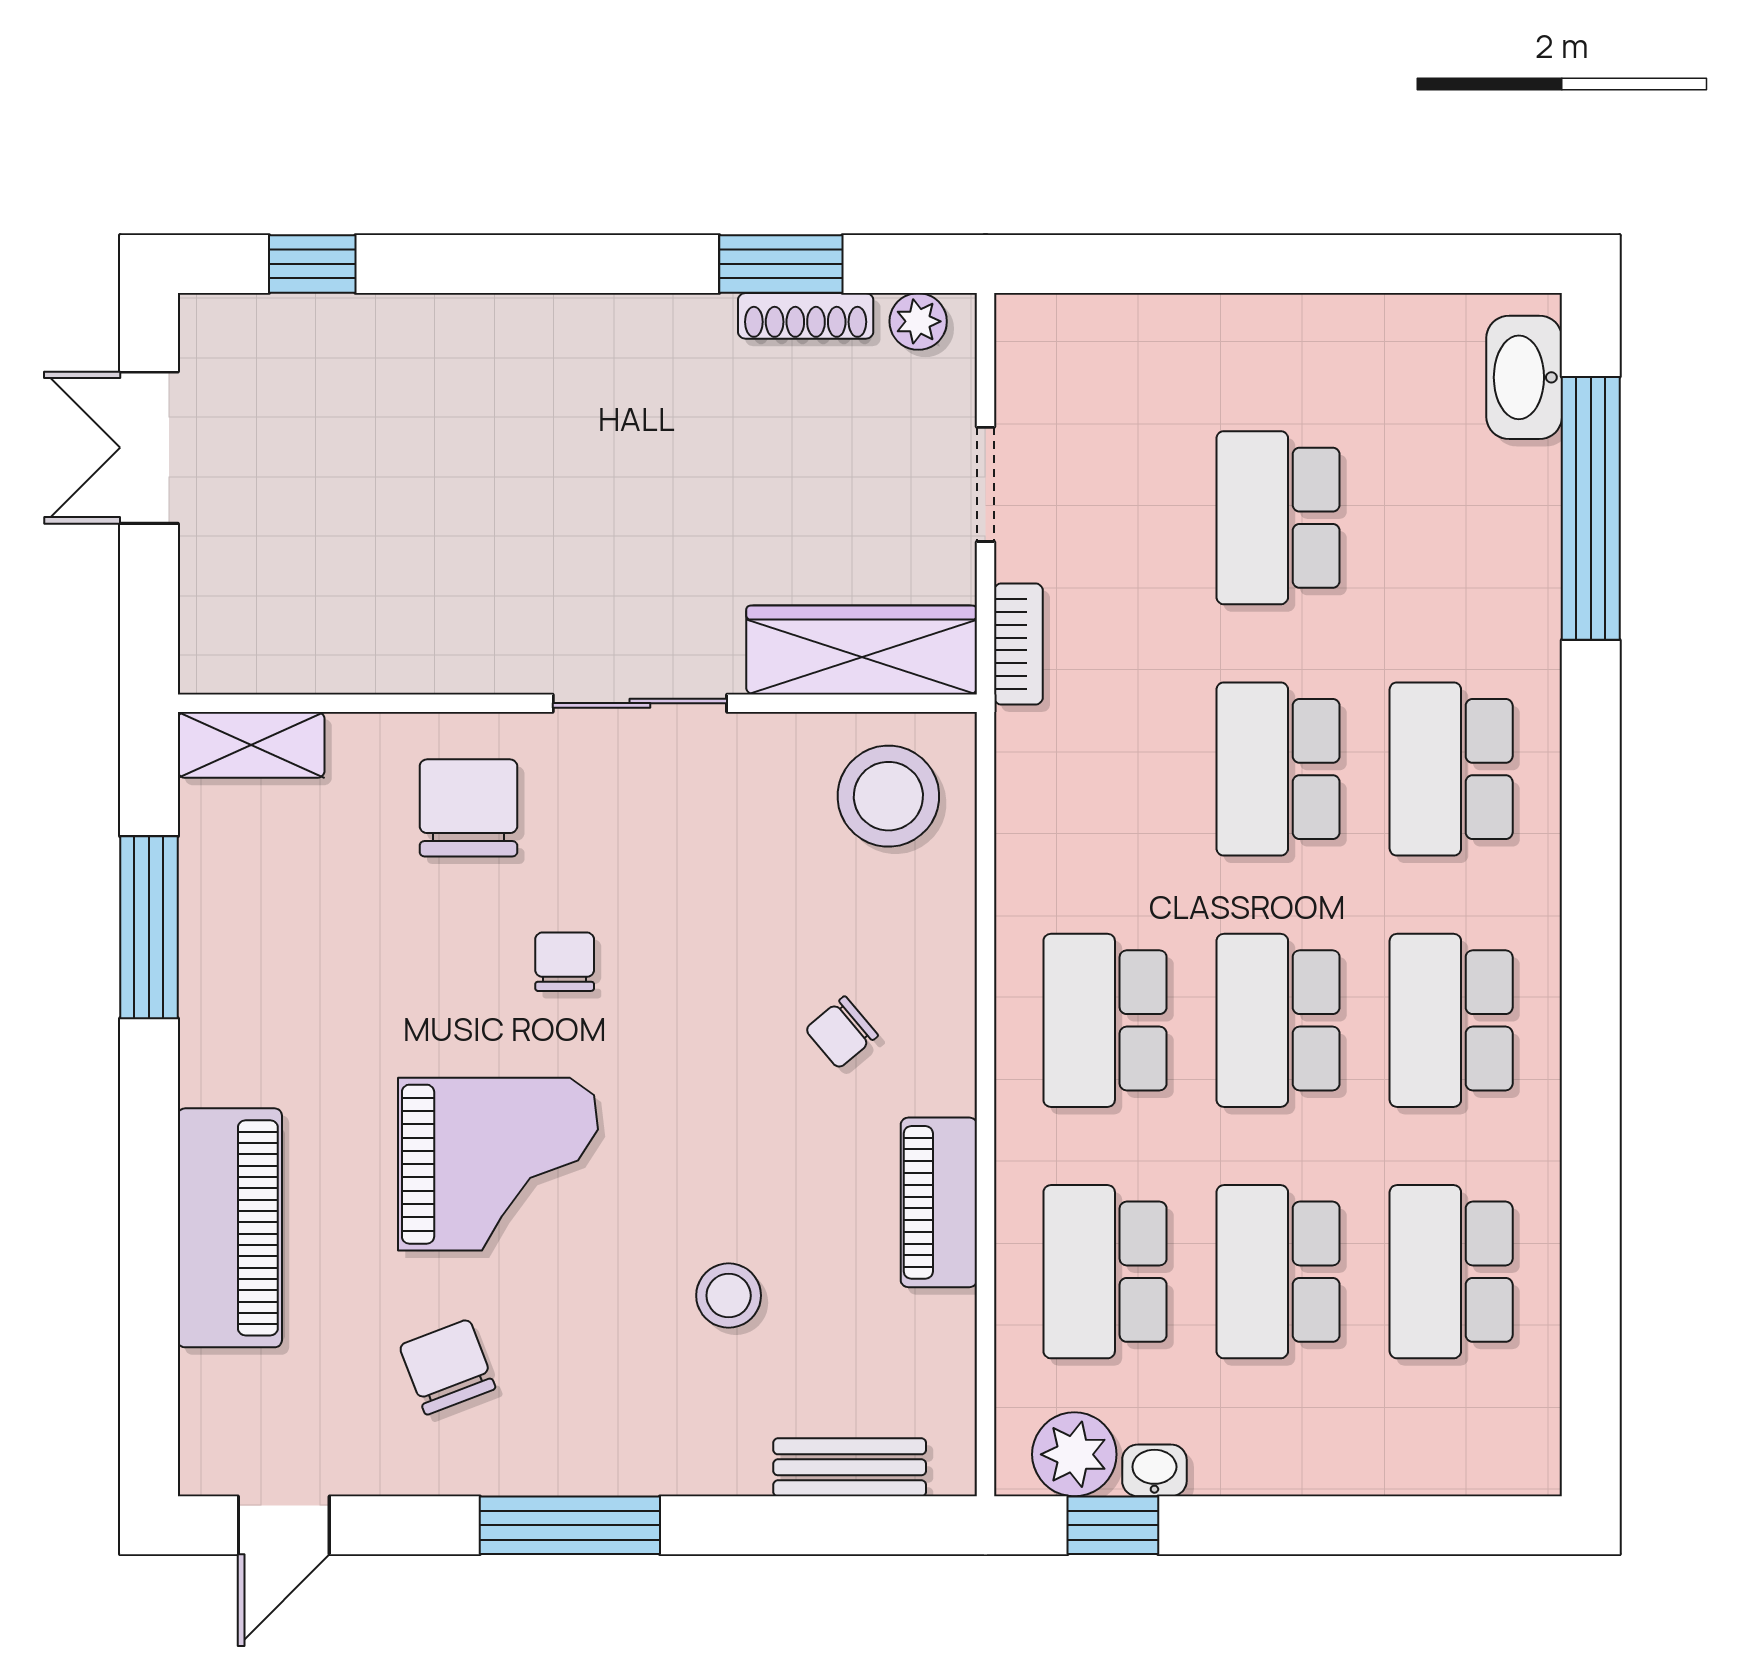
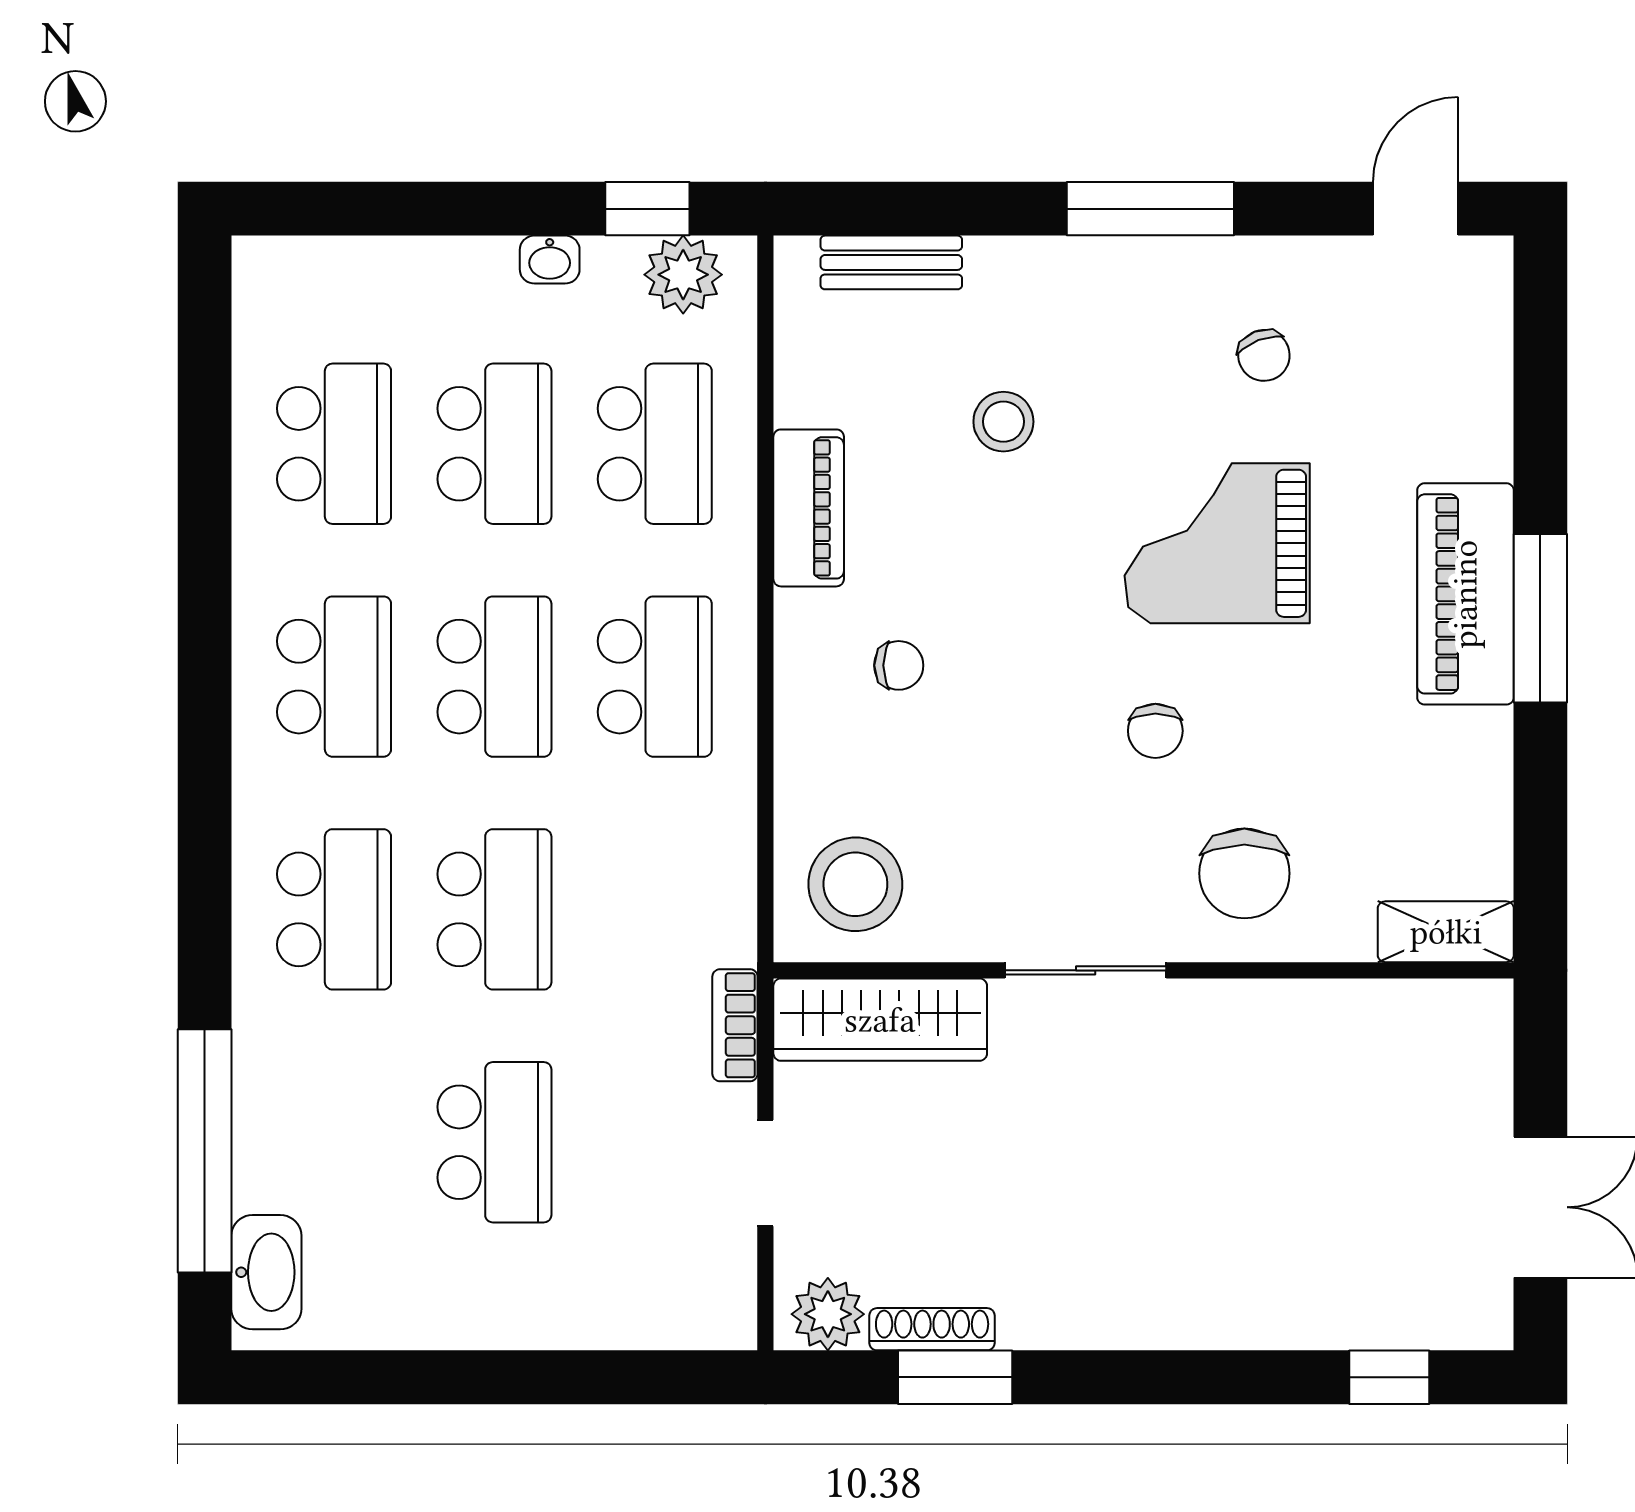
plant: (918, 321) -> (828, 1314), width x1.38, depth x1.38
window: (149, 927) -> (1540, 618), moved
chair: (842, 1032) -> (899, 665), turned 40
piano: (230, 1228) -> (1465, 594), moved
chair: (447, 1367) -> (1264, 355), width x0.73, depth x0.73
washbasin: (1154, 1470) -> (550, 260), moved

